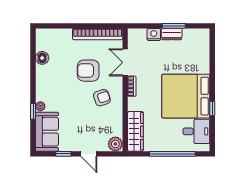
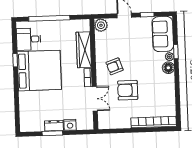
bookcase: (98, 34) -> (154, 122), moved
floor lamp: (42, 58) -> (168, 68), moved
armchair: (88, 71) -> (128, 90), turned 180
wardrobe: (135, 131) -> (84, 50), moved

